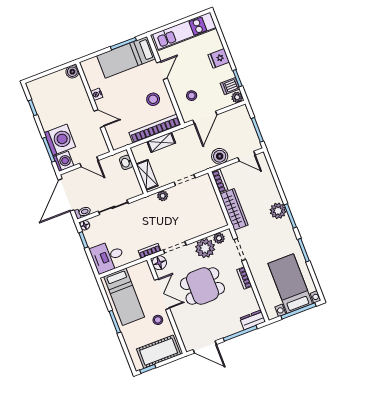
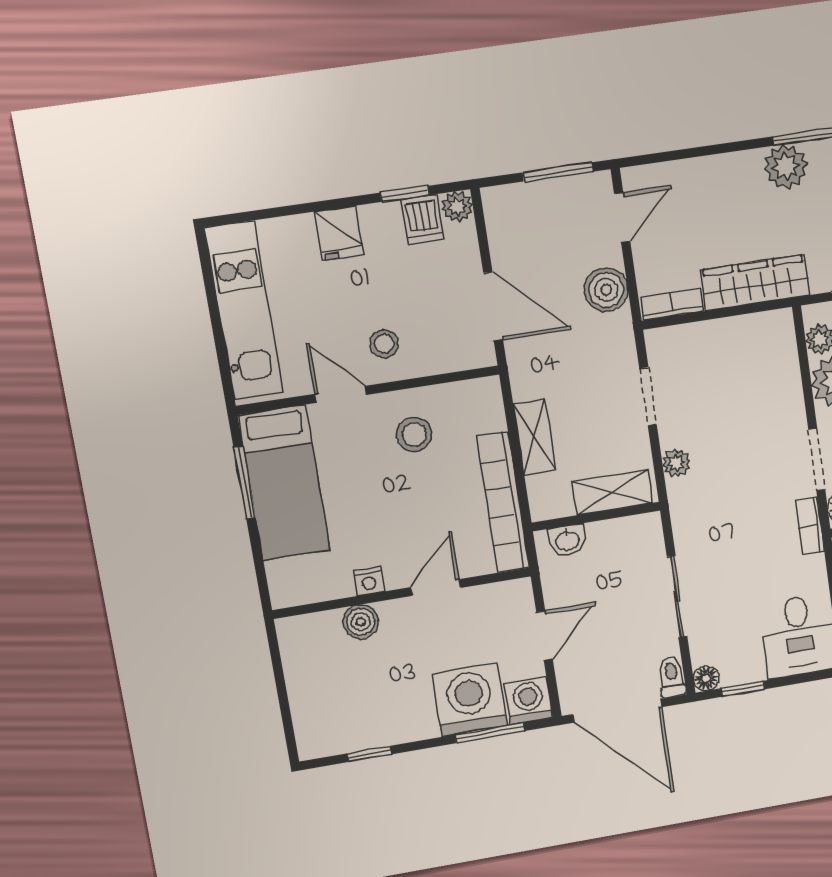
boiler: (72, 72) -> (361, 622), moved
stool: (192, 96) -> (384, 344), moved
bookcase: (155, 129) -> (503, 502), moved

